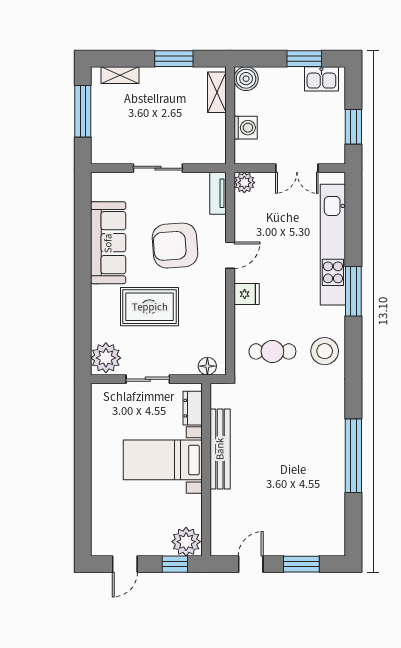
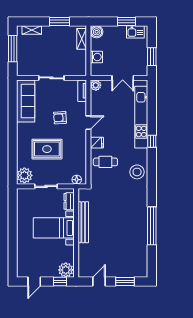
sofa: (108, 243) -> (26, 101), moved
armchair: (175, 246) -> (60, 118), width x0.53, depth x0.53
window: (353, 291) -> (152, 141), width x0.46
cafe table: (272, 351) -> (105, 162), moved

